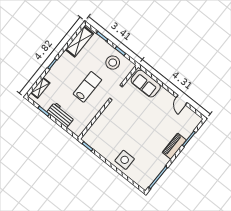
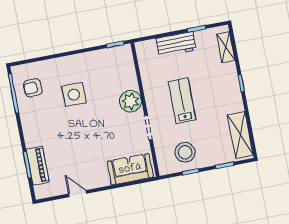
lab bench: (87, 87) -> (182, 101), turned 180
plant: (110, 113) -> (131, 101), added
piano: (174, 146) -> (38, 166), moved
side table: (125, 160) -> (74, 95), moved
armchair: (146, 170) -> (33, 88), added

